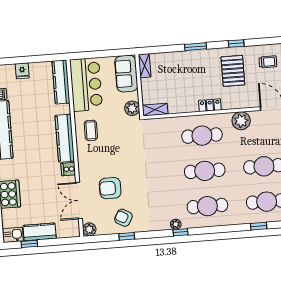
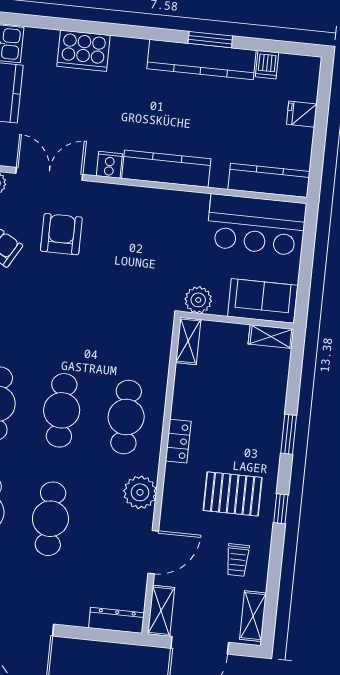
coffee table: (91, 130) -> (172, 218), removed

